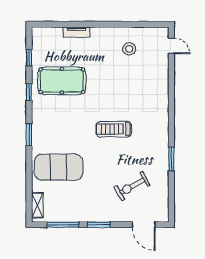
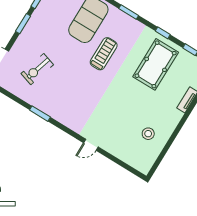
door: (171, 46) -> (91, 145), moved
treadmill: (114, 129) -> (104, 54), moved
exercise bike: (132, 186) -> (37, 69), turned -134

